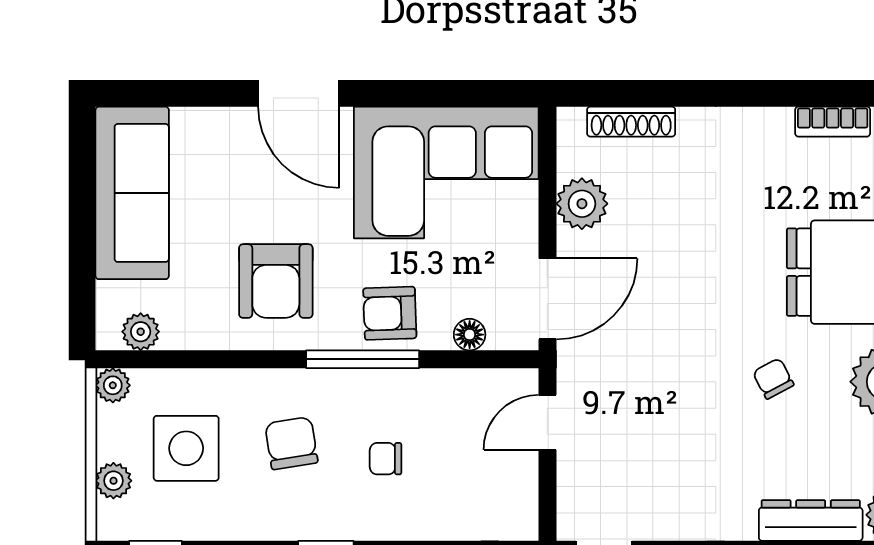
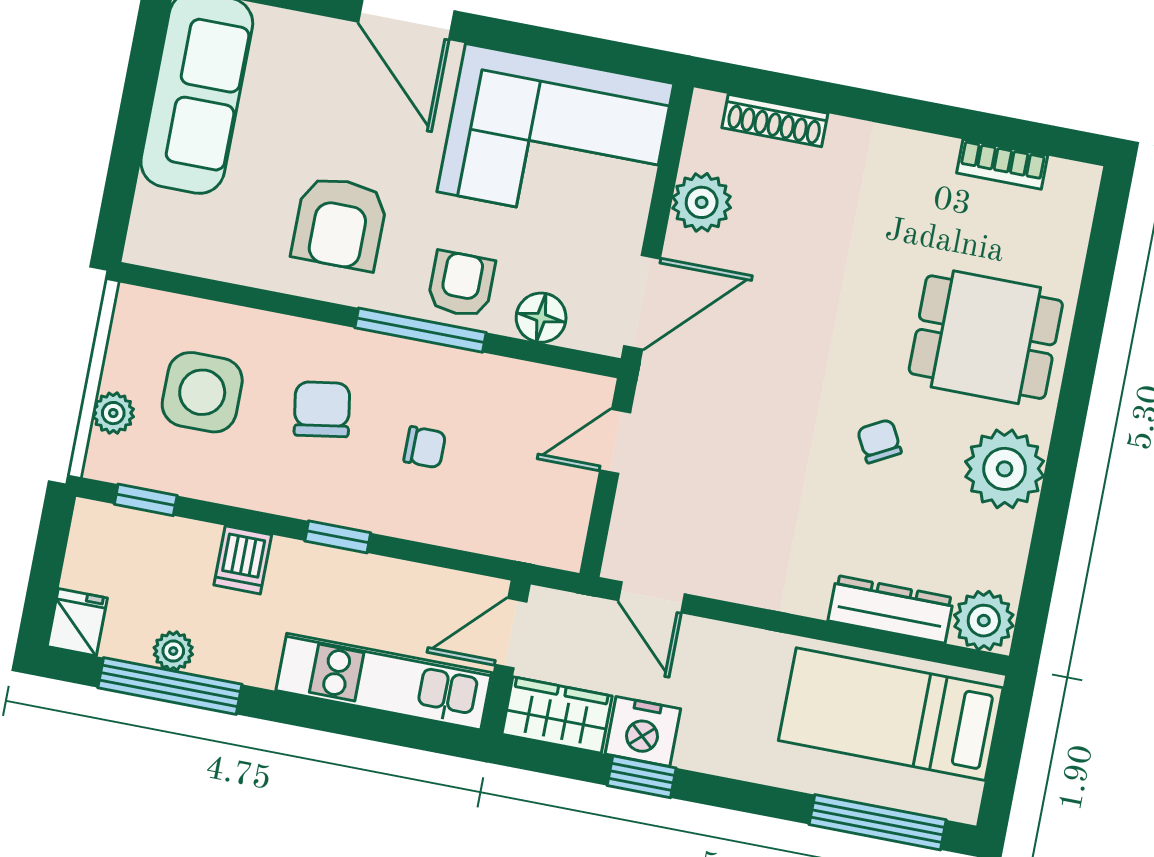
armchair: (390, 313) -> (461, 284), turned 92
plant: (141, 332) -> (176, 251), removed
floor lamp: (470, 335) -> (541, 318), width x1.37, depth x1.37
plant: (113, 385) -> (133, 305), removed
chair: (385, 459) -> (425, 447), turned 180

